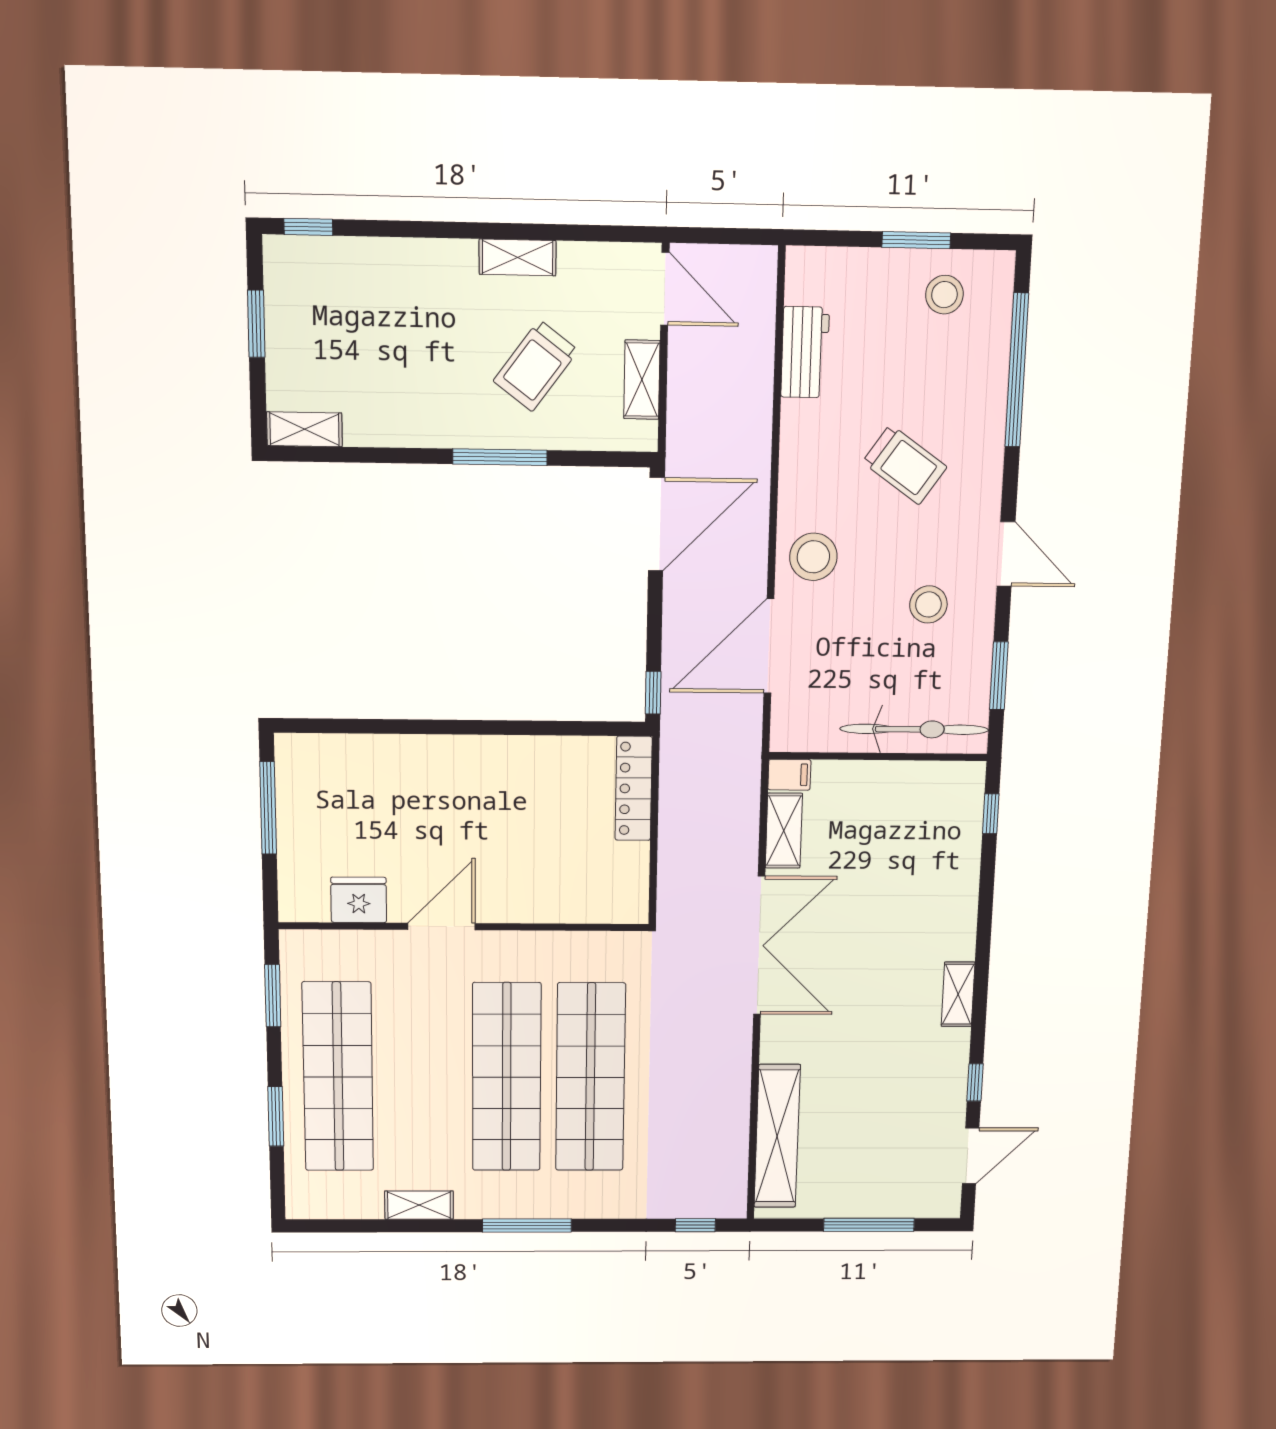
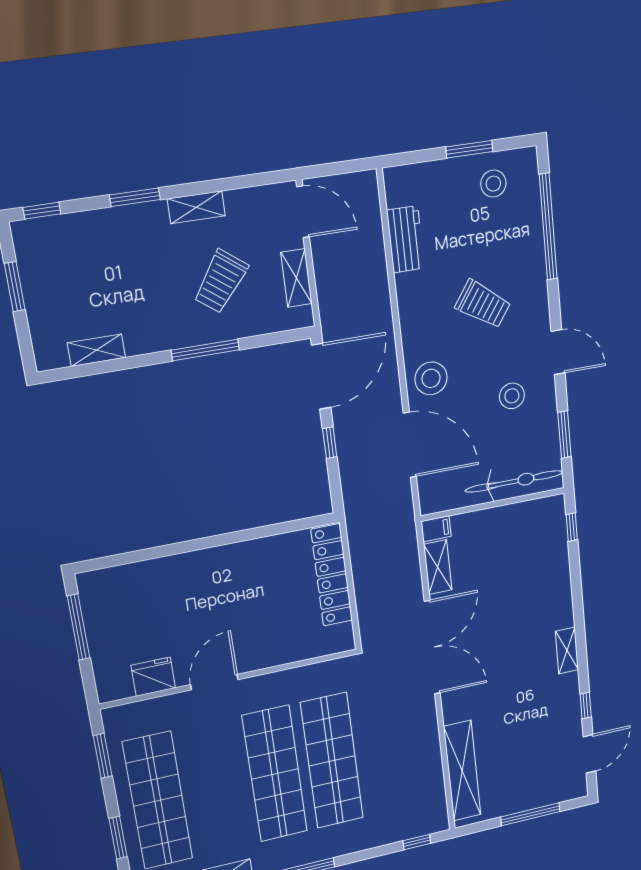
window: (436, 230) -> (135, 197), added
shelving: (304, 429) -> (96, 350), moved
door: (769, 646) -> (410, 445), swing flipped
window: (653, 693) -> (330, 443), moved
locker: (634, 789) -> (332, 575), width x1.41, depth x1.21

